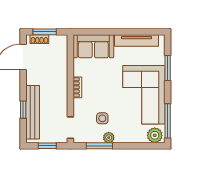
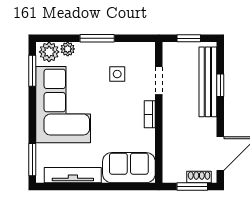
window: (168, 68) -> (32, 160), moved
window: (168, 121) -> (32, 71), width x0.69
doorway: (70, 128) -> (159, 81), moved
plant: (109, 138) -> (68, 49), moved
window: (99, 146) -> (97, 38), moved

